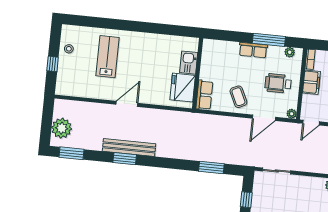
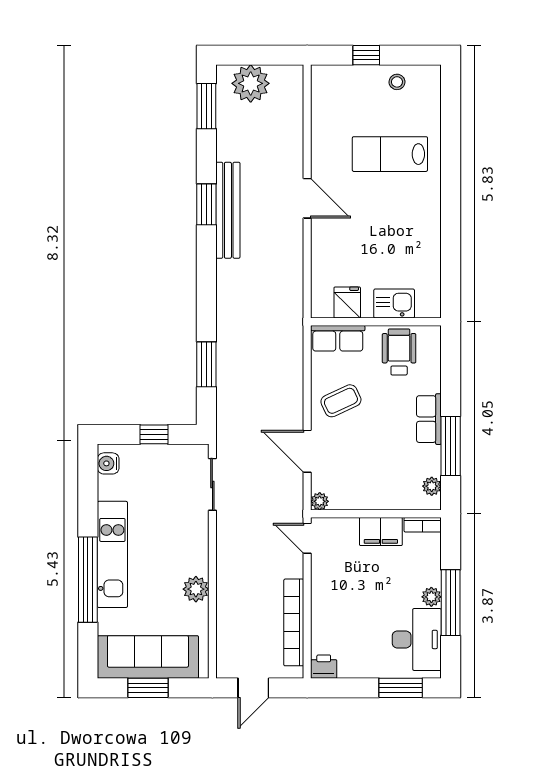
lab bench: (107, 57) -> (390, 154), turned 180
wheelchair: (278, 83) -> (399, 352), moved
fridge: (183, 88) -> (347, 302), width x0.53, depth x0.75

